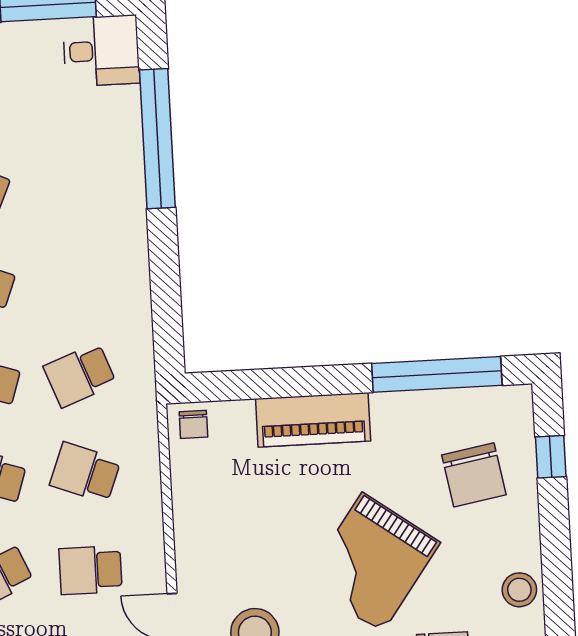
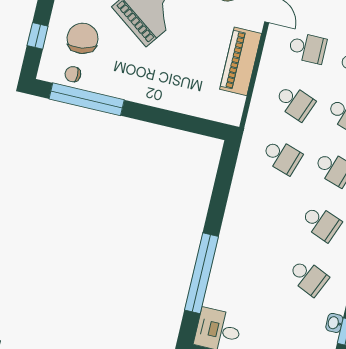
school desk: (80, 375) -> (282, 156), turned 39
piano: (313, 420) -> (241, 61), moved, turned -90
chair: (193, 424) -> (73, 74), moved, turned -90

